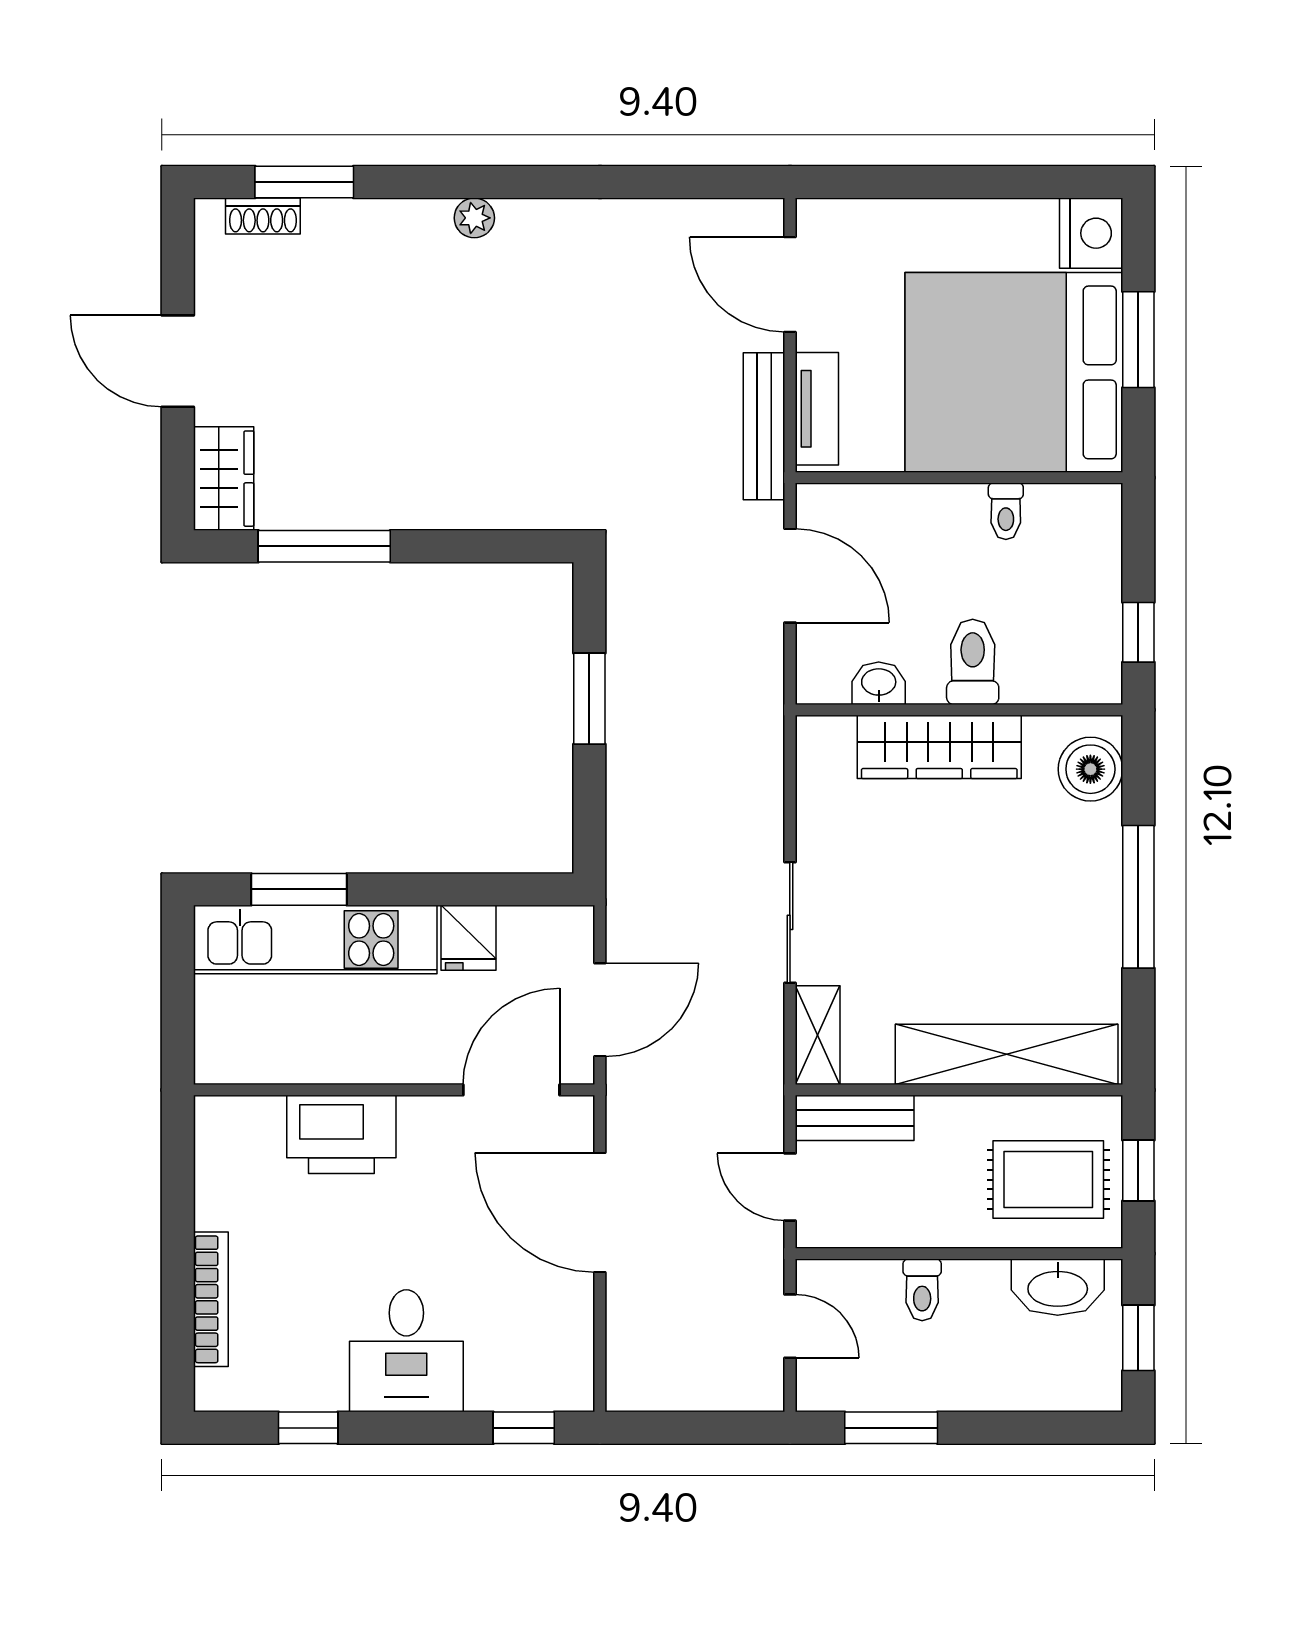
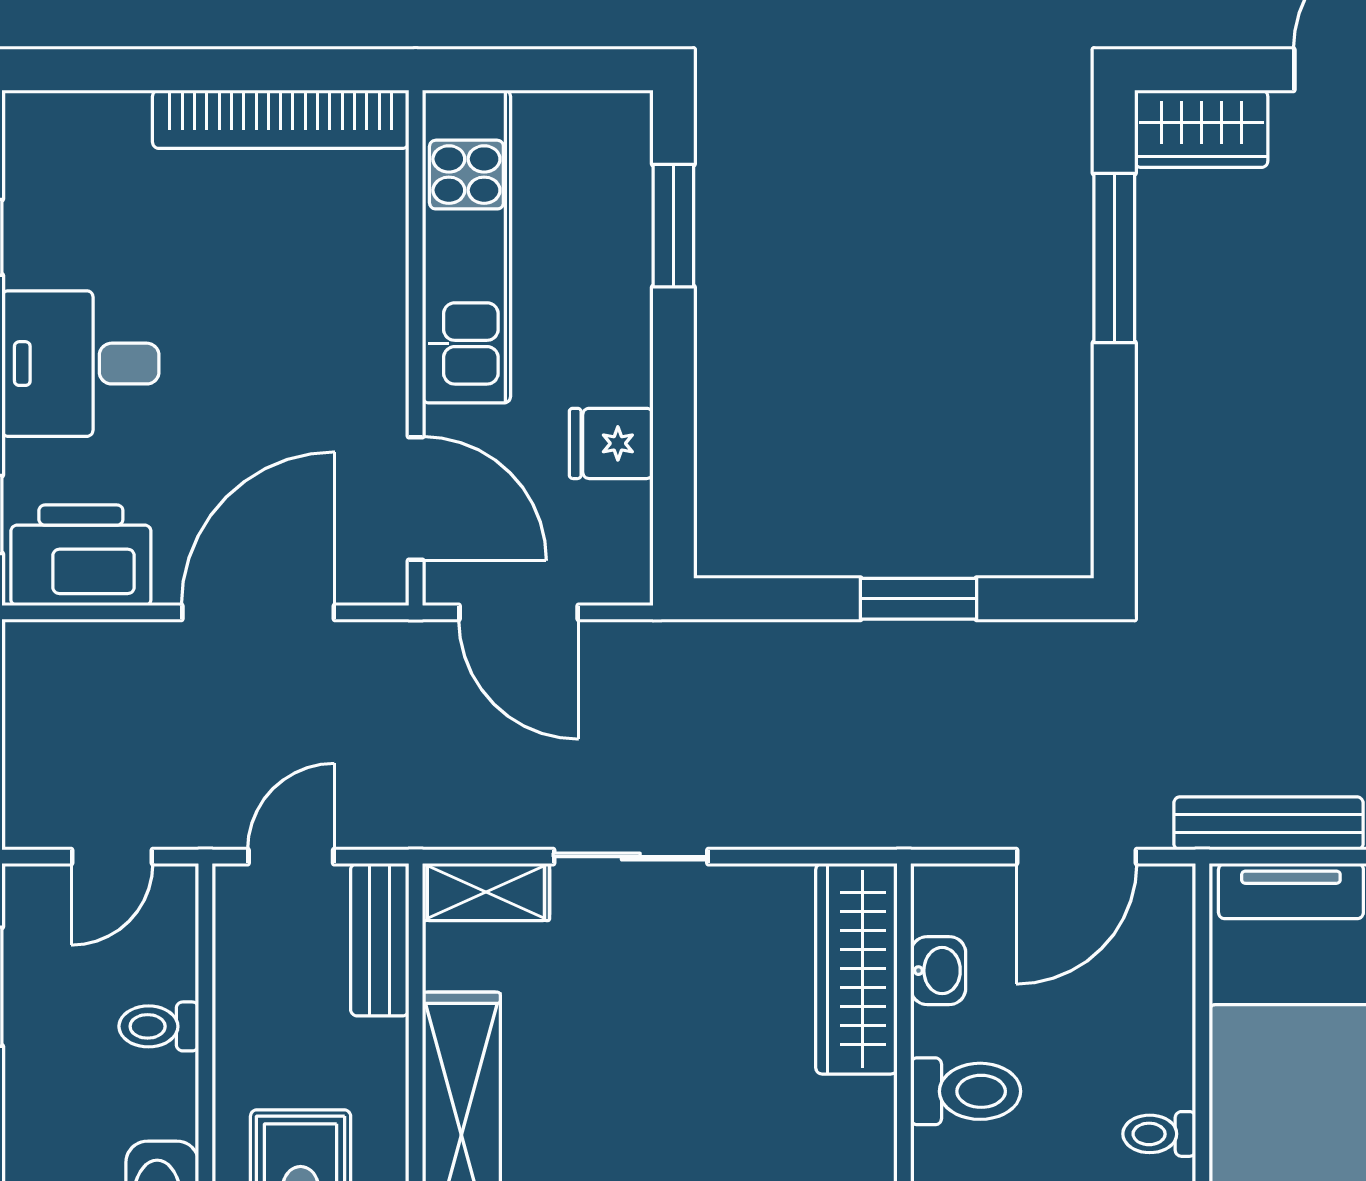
wardrobe: (939, 747) -> (856, 969), moved
kitchen unit: (315, 940) -> (466, 247), moved, turned 180
printer: (341, 1134) -> (81, 555), moved, turned 90
bookcase: (211, 1299) -> (281, 119), moved, width x1.48, depth x1.31

